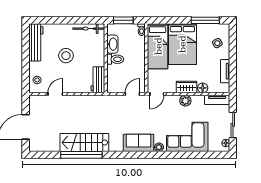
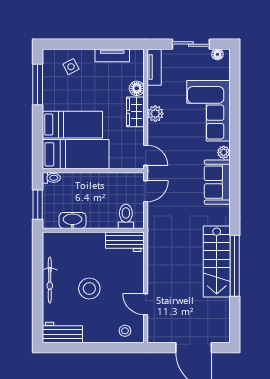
bicycle: (89, 29) -> (50, 280), moved
workbench: (36, 42) -> (62, 333), width x0.73
bed: (182, 44) -> (72, 125), width x0.67
toilet: (115, 59) -> (126, 216), moved
door: (132, 94) -> (146, 191), swing flipped

